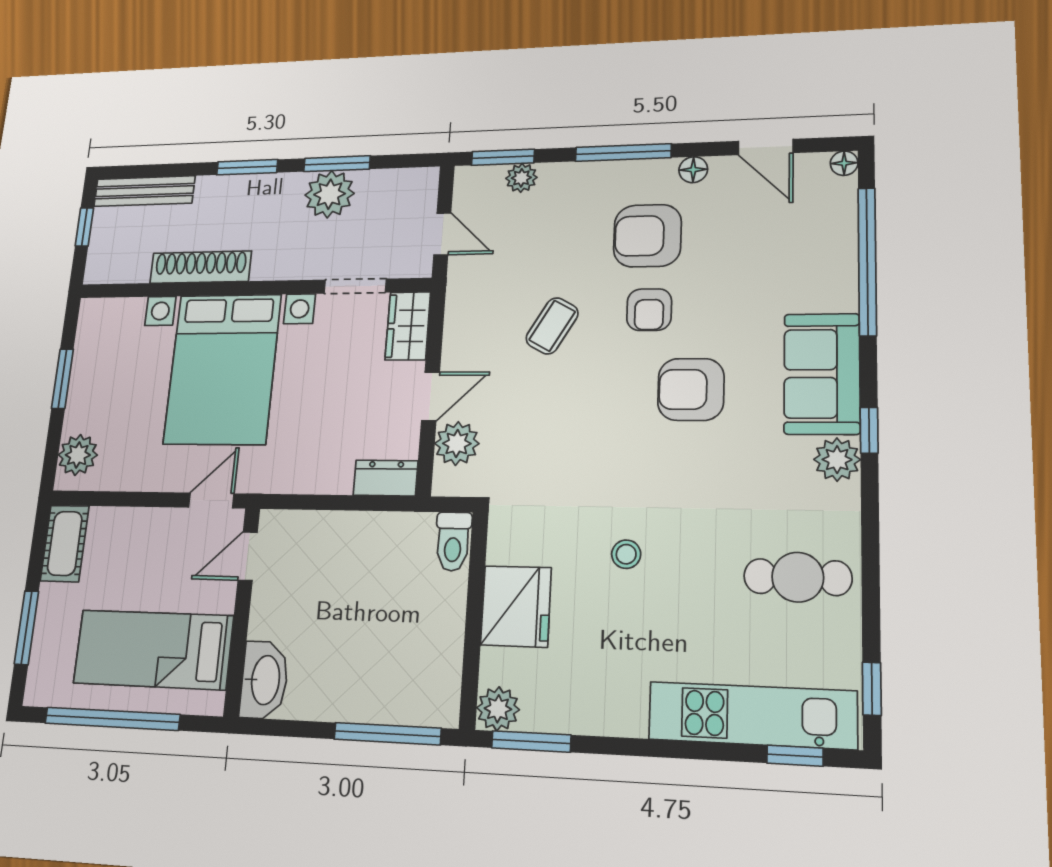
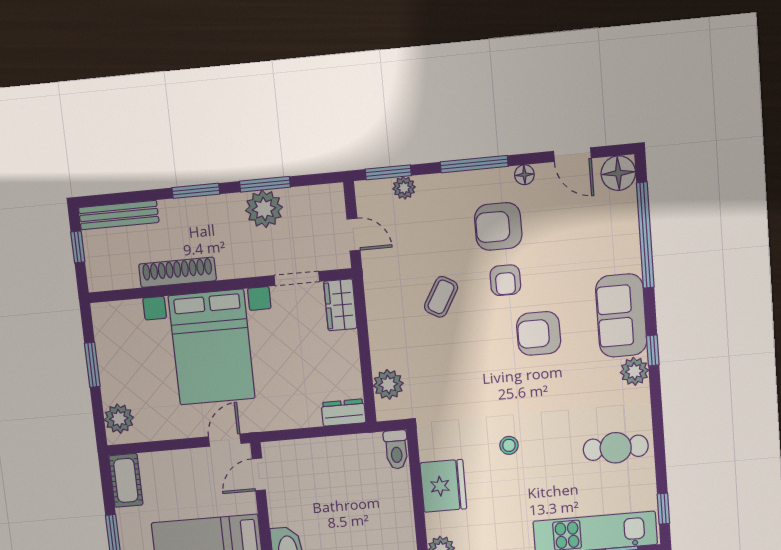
floor lamp: (844, 163) -> (618, 173), width x1.89, depth x1.89
door: (430, 396) -> (365, 354), removed

